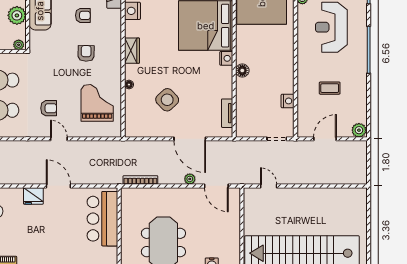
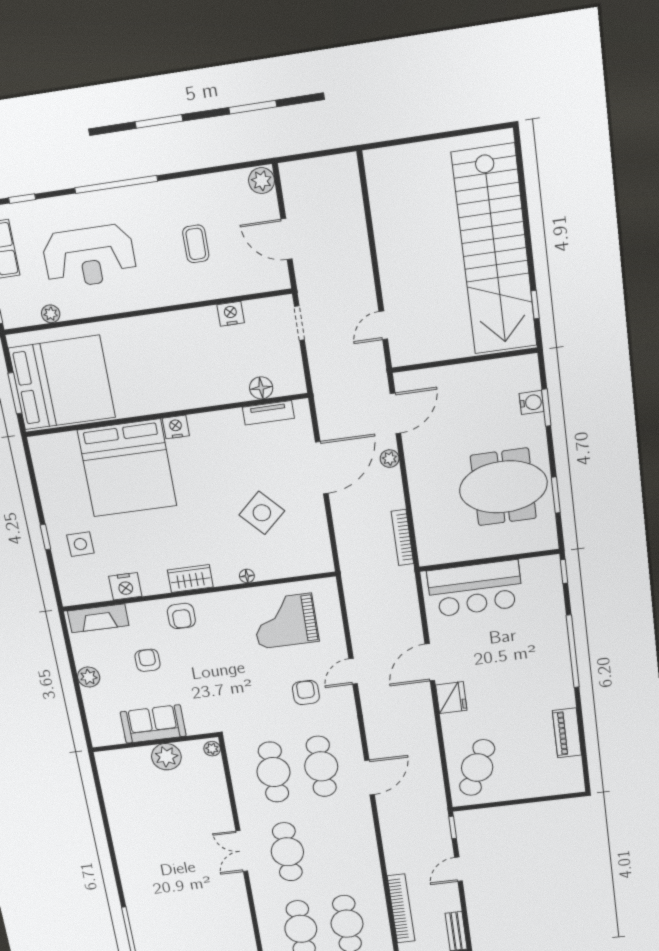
armchair: (86, 53) -> (181, 616), moved, turned -91
floor lamp: (242, 71) -> (261, 388), moved

